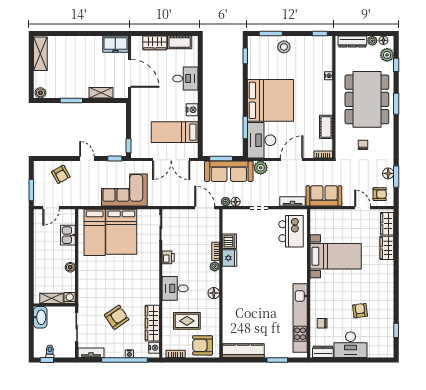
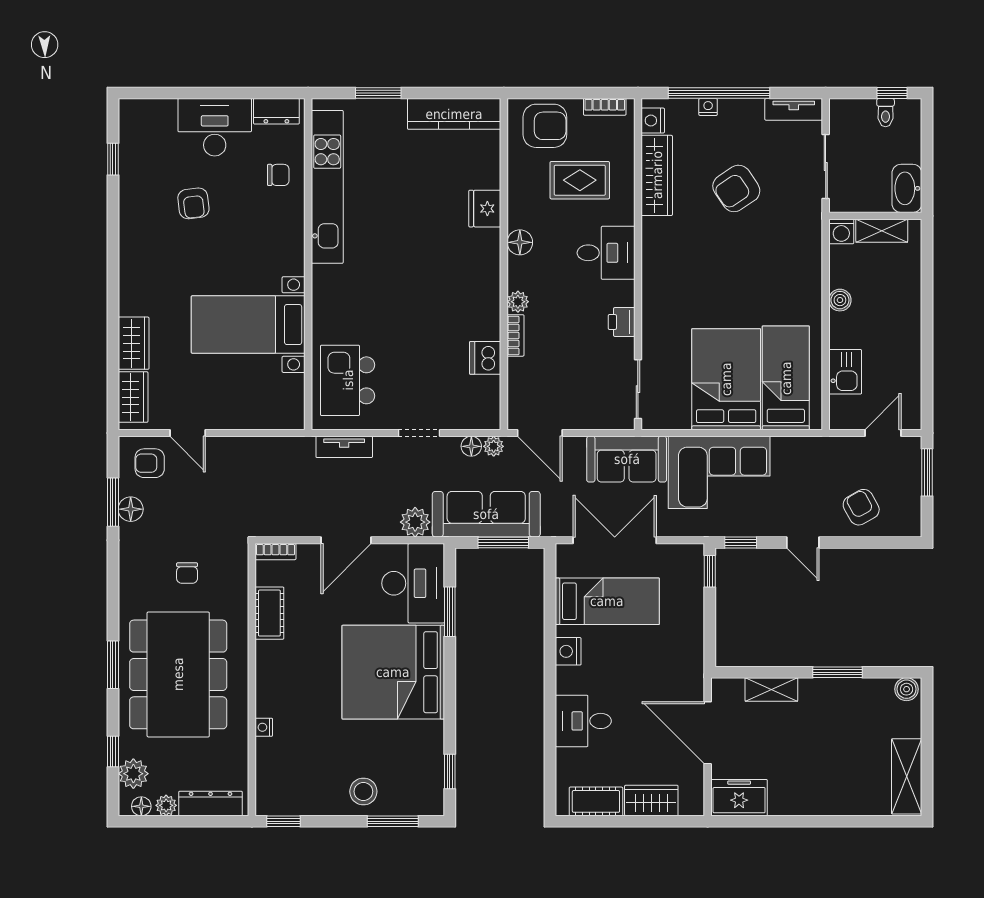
sofa: (324, 196) -> (627, 459), moved
fridge: (229, 258) -> (485, 209), moved

